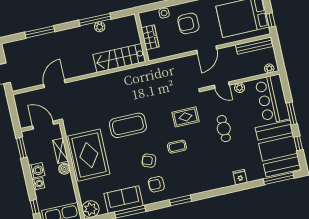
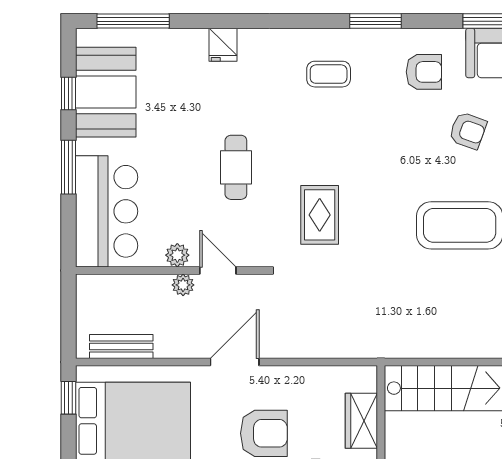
bench: (254, 46) -> (121, 346), width x0.73
plant: (269, 68) -> (183, 285), moved
rug: (186, 117) -> (320, 215), turned 90
coffee table: (177, 147) -> (329, 74), moved
booth: (278, 148) -> (106, 92), width x0.73, depth x0.70
armchair: (149, 161) -> (468, 131), moved

